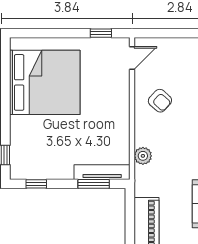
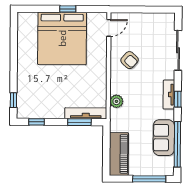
window: (101, 33) -> (68, 9), moved
bed: (45, 82) -> (62, 38), moved, turned 90

